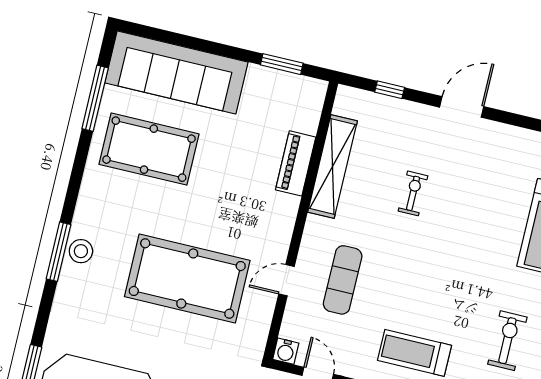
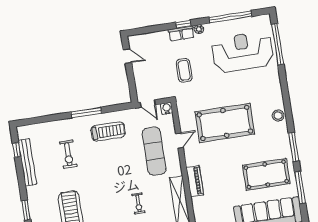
piano: (296, 163) -> (195, 181), moved
window: (59, 252) -> (294, 147), moved
exercise mat: (343, 280) -> (154, 151), width x1.36, depth x1.45

